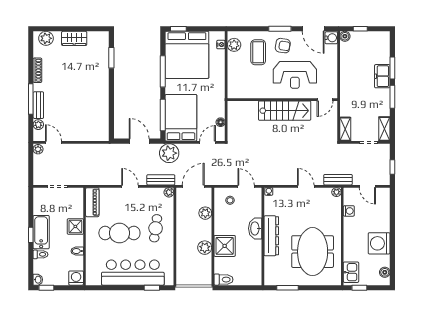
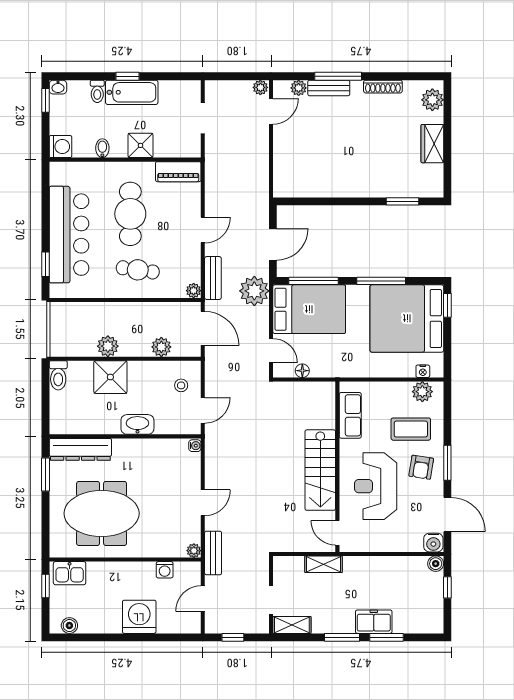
door: (313, 29) -> (447, 514), swing flipped
row of seats: (249, 91) -> (350, 415), added
shelving: (345, 129) -> (323, 564), moved
dresser: (271, 236) -> (80, 449), moved
washing machine: (379, 243) -> (139, 617), moved

